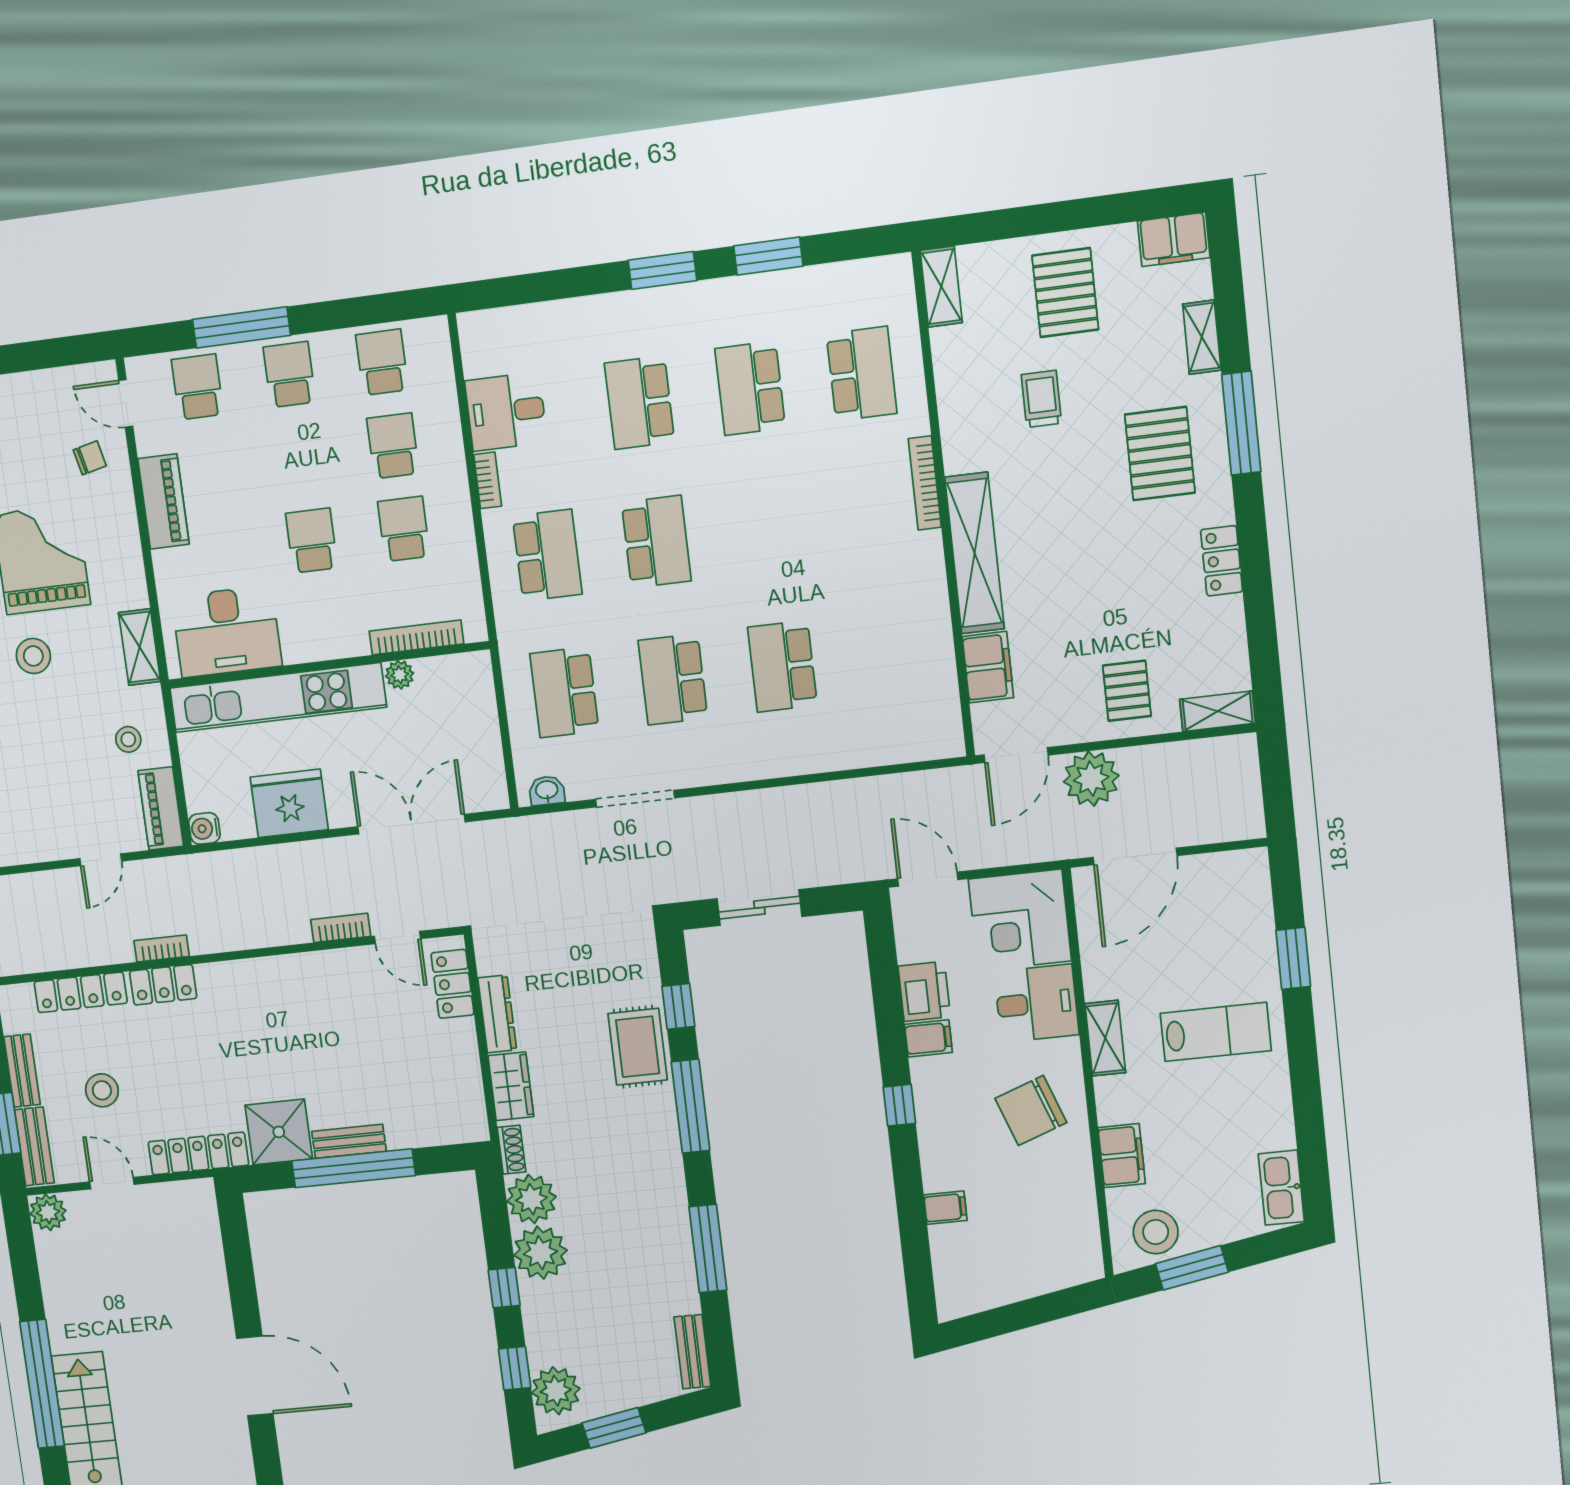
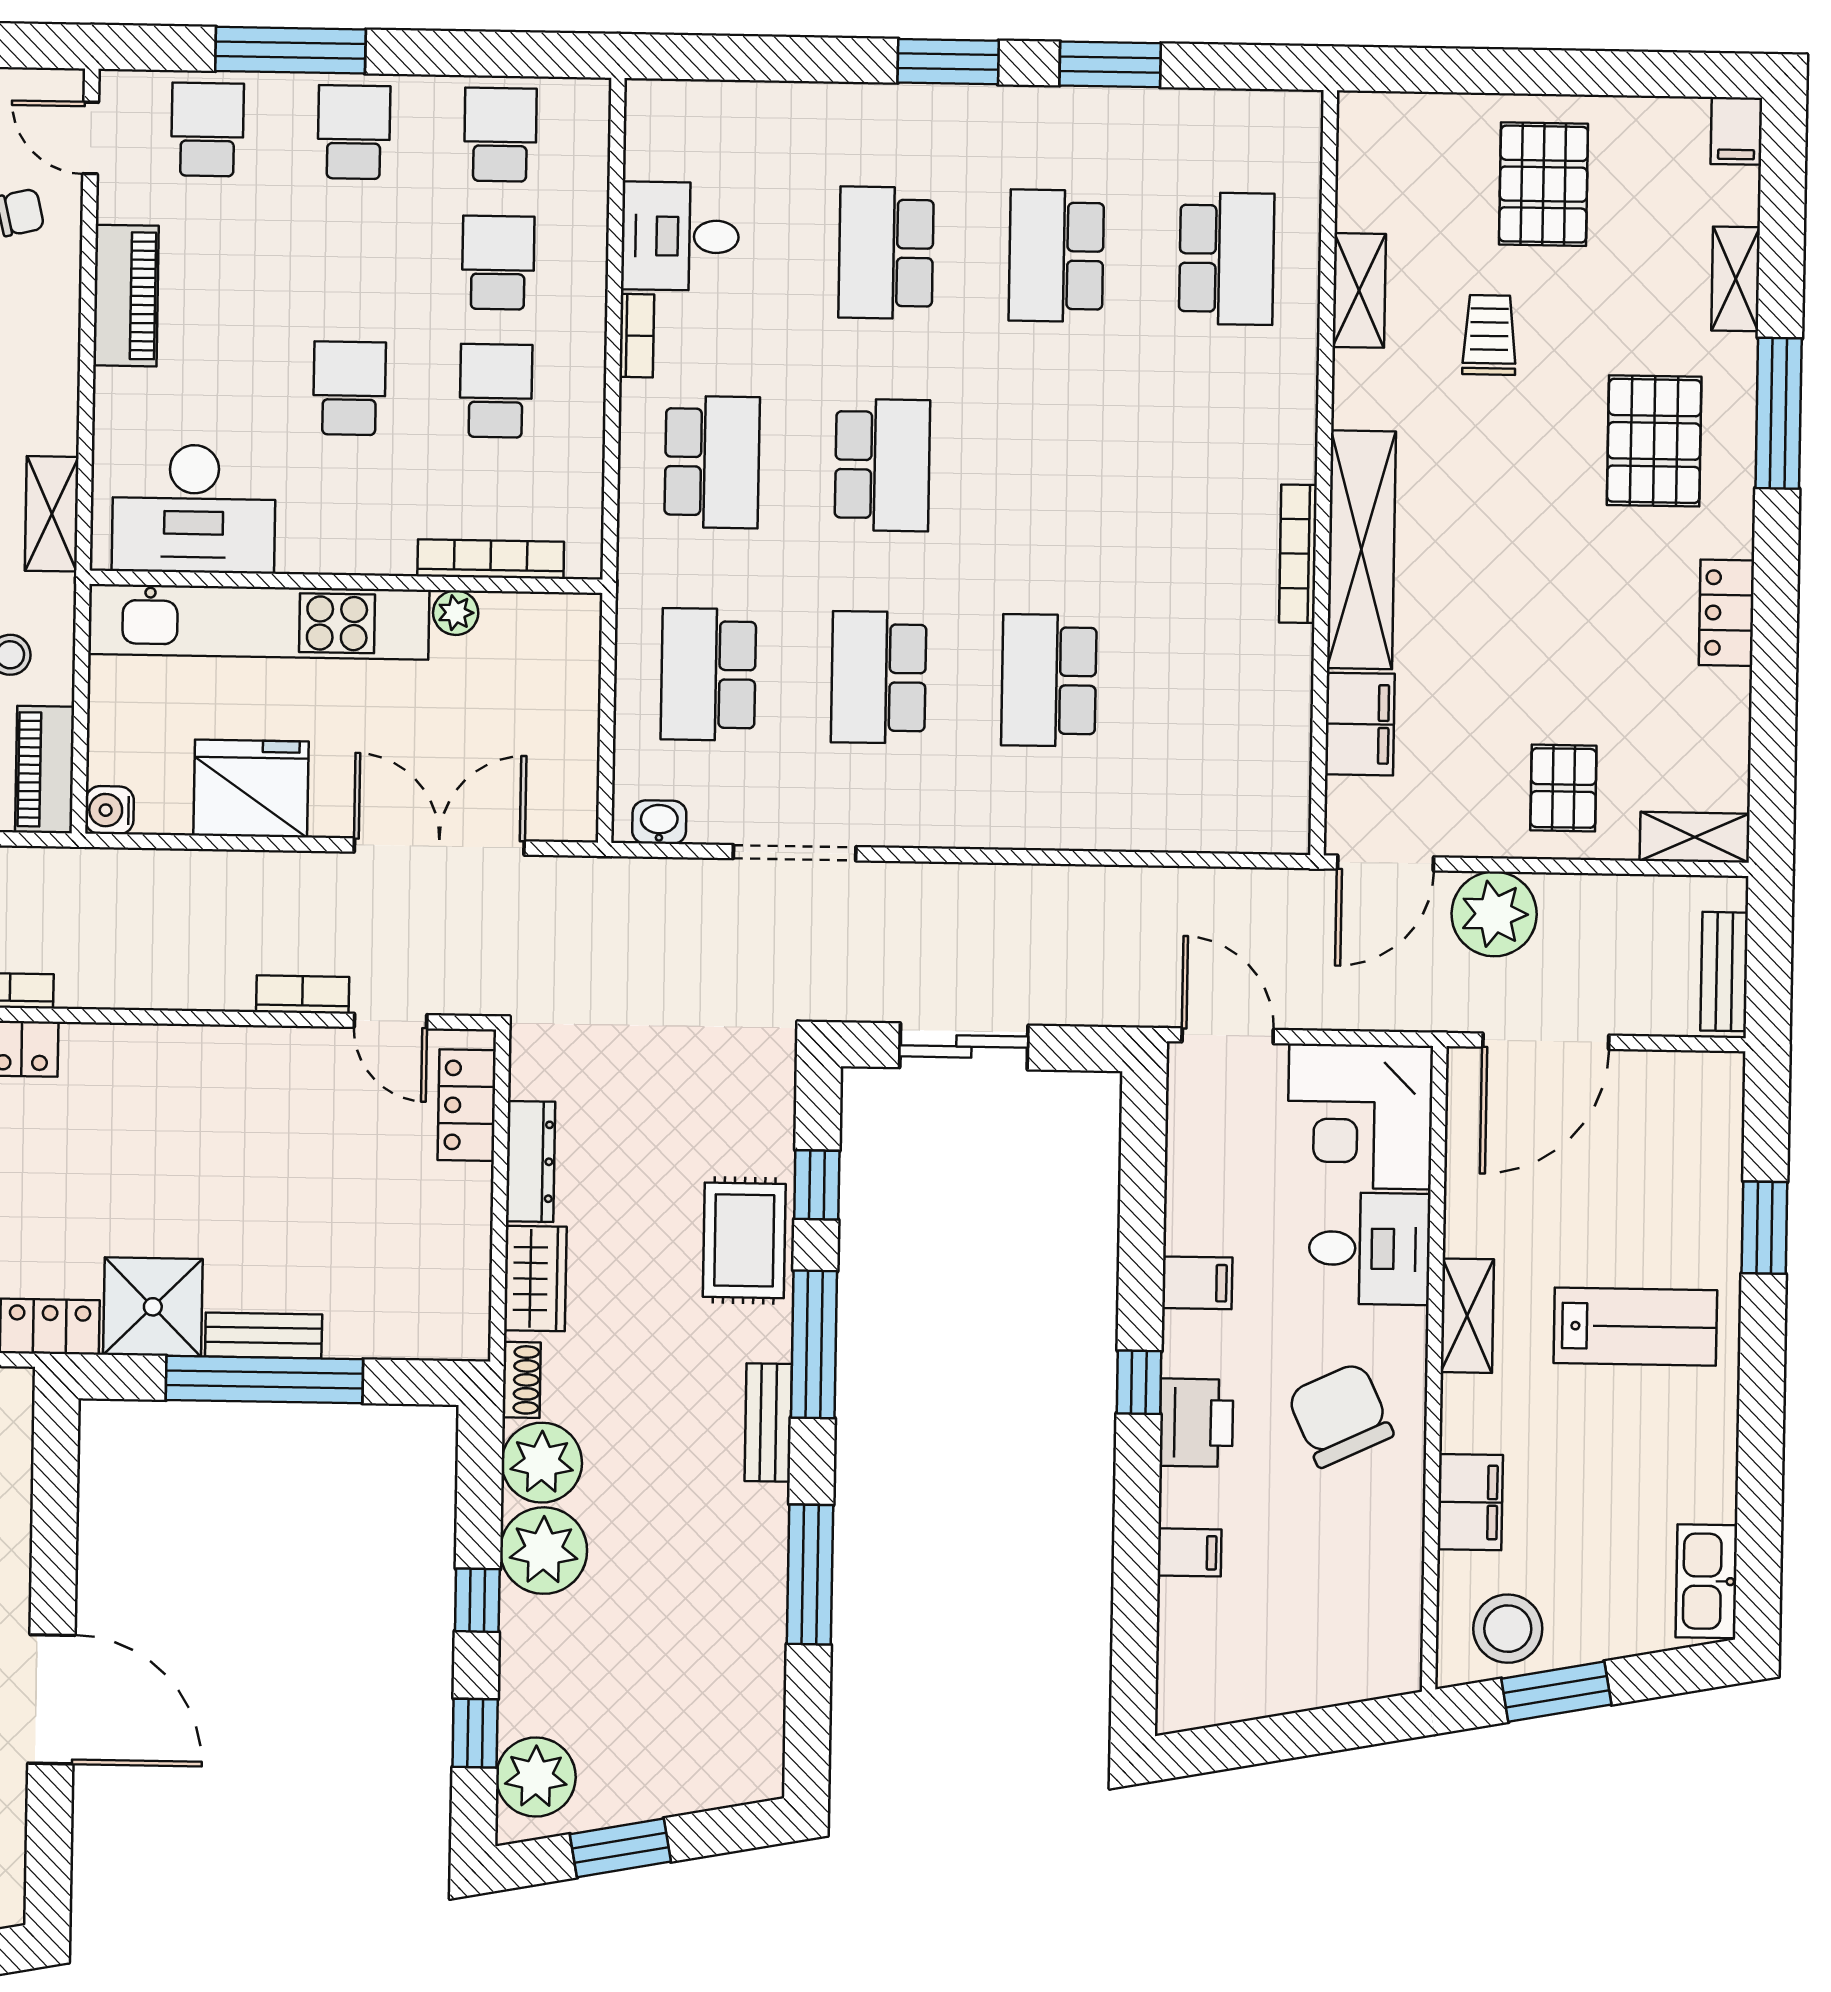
filing cabinet: (1174, 239) -> (1736, 131), width x0.50
shelving: (941, 287) -> (1359, 290), moved
bookcase: (925, 483) -> (1298, 554), moved
bench: (1247, 796) -> (1724, 972), added
printer: (924, 991) -> (1196, 1423), moved
chair: (1031, 1110) -> (1340, 1415), turned 85
bench: (692, 1352) -> (768, 1422), moved

